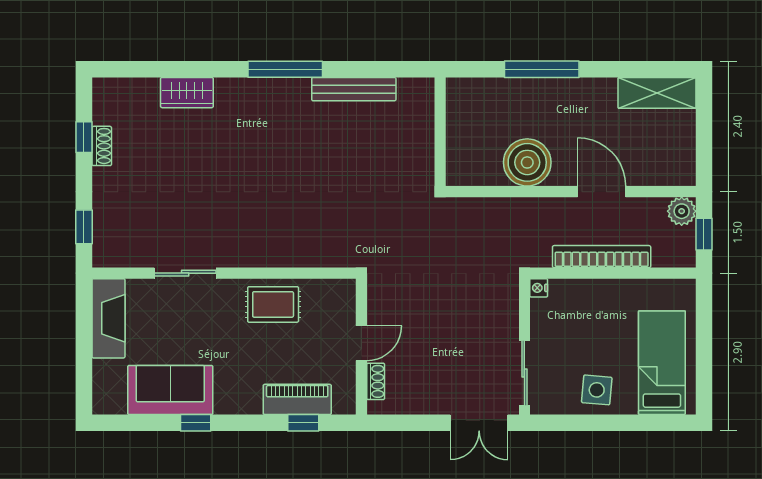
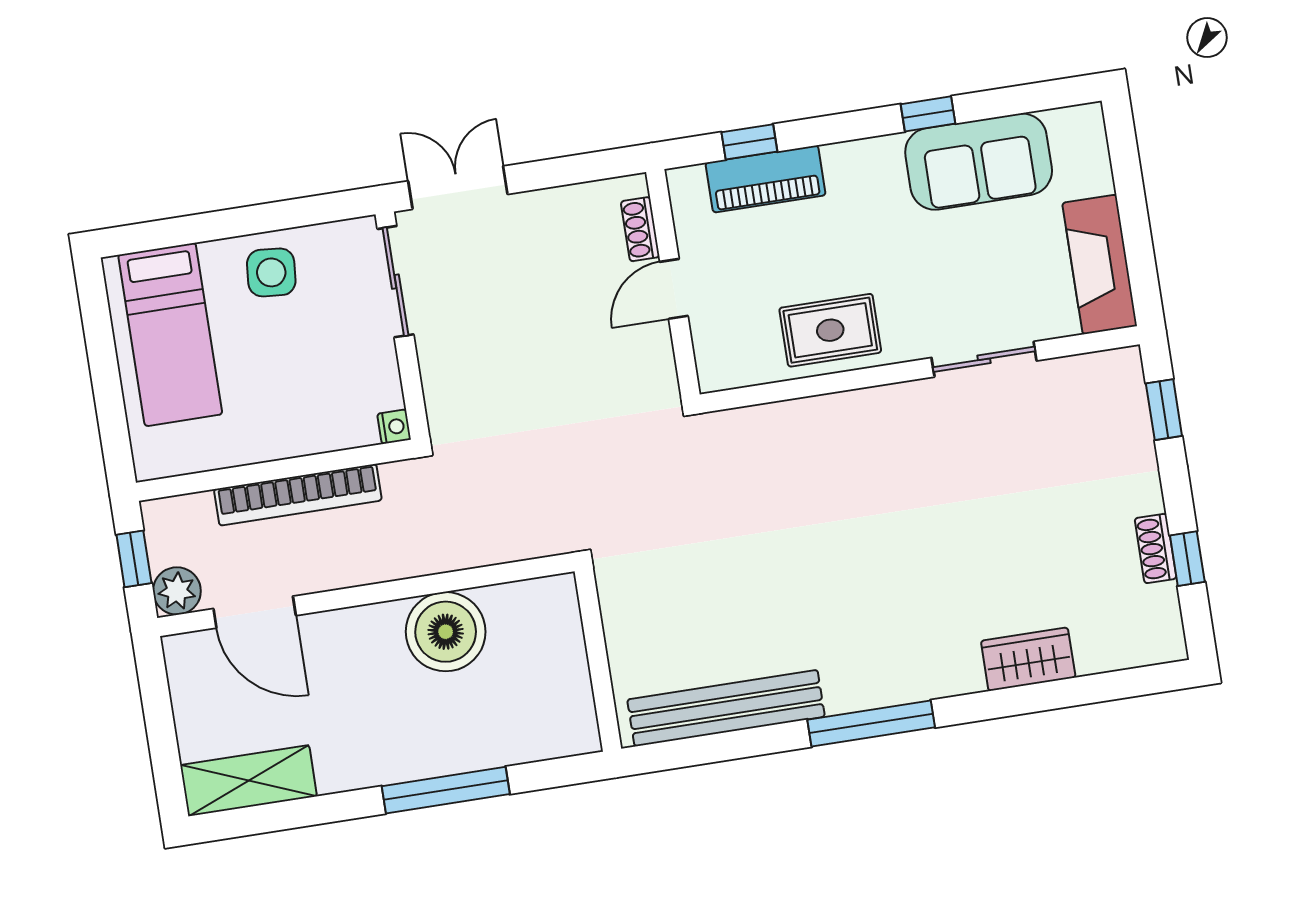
bench: (354, 89) -> (726, 708), width x1.37, depth x1.21
door: (602, 192) -> (255, 612), moved

